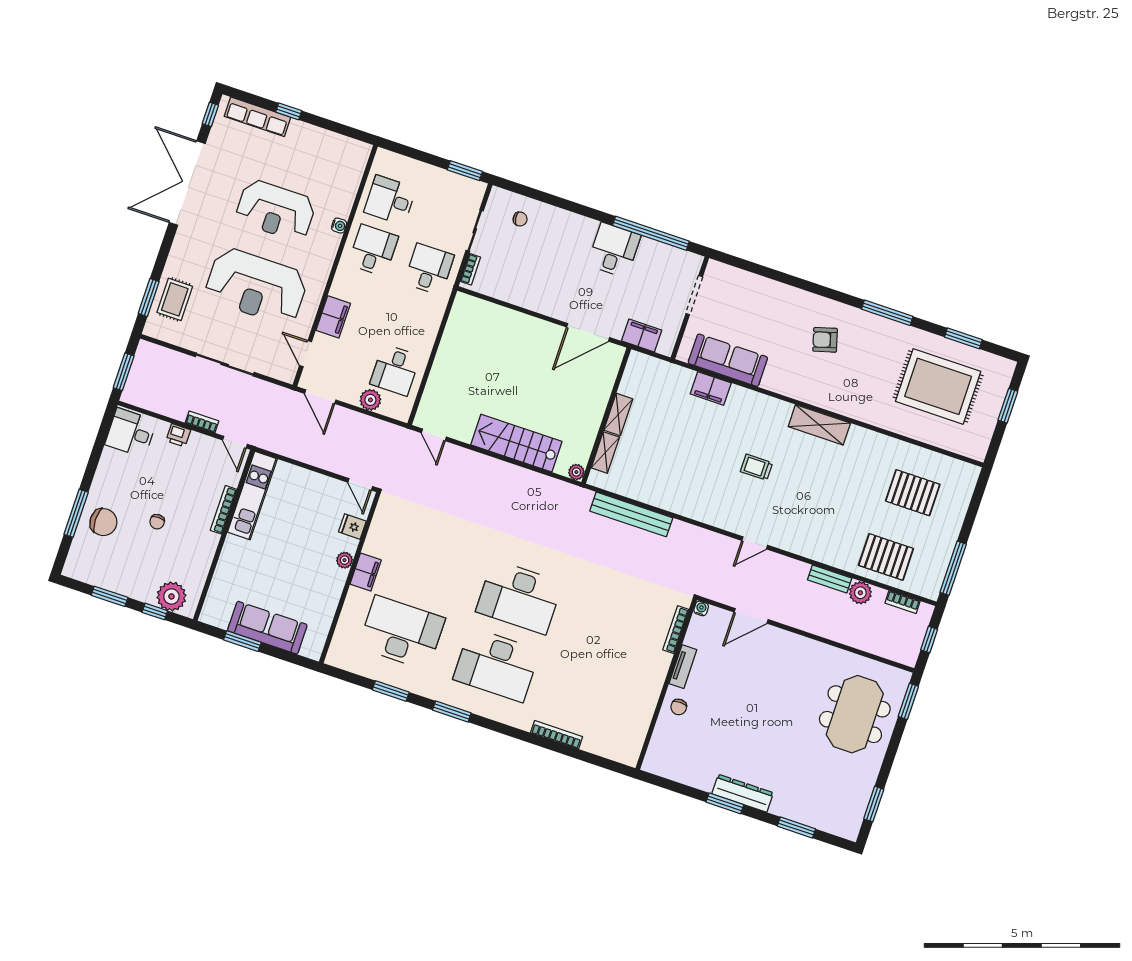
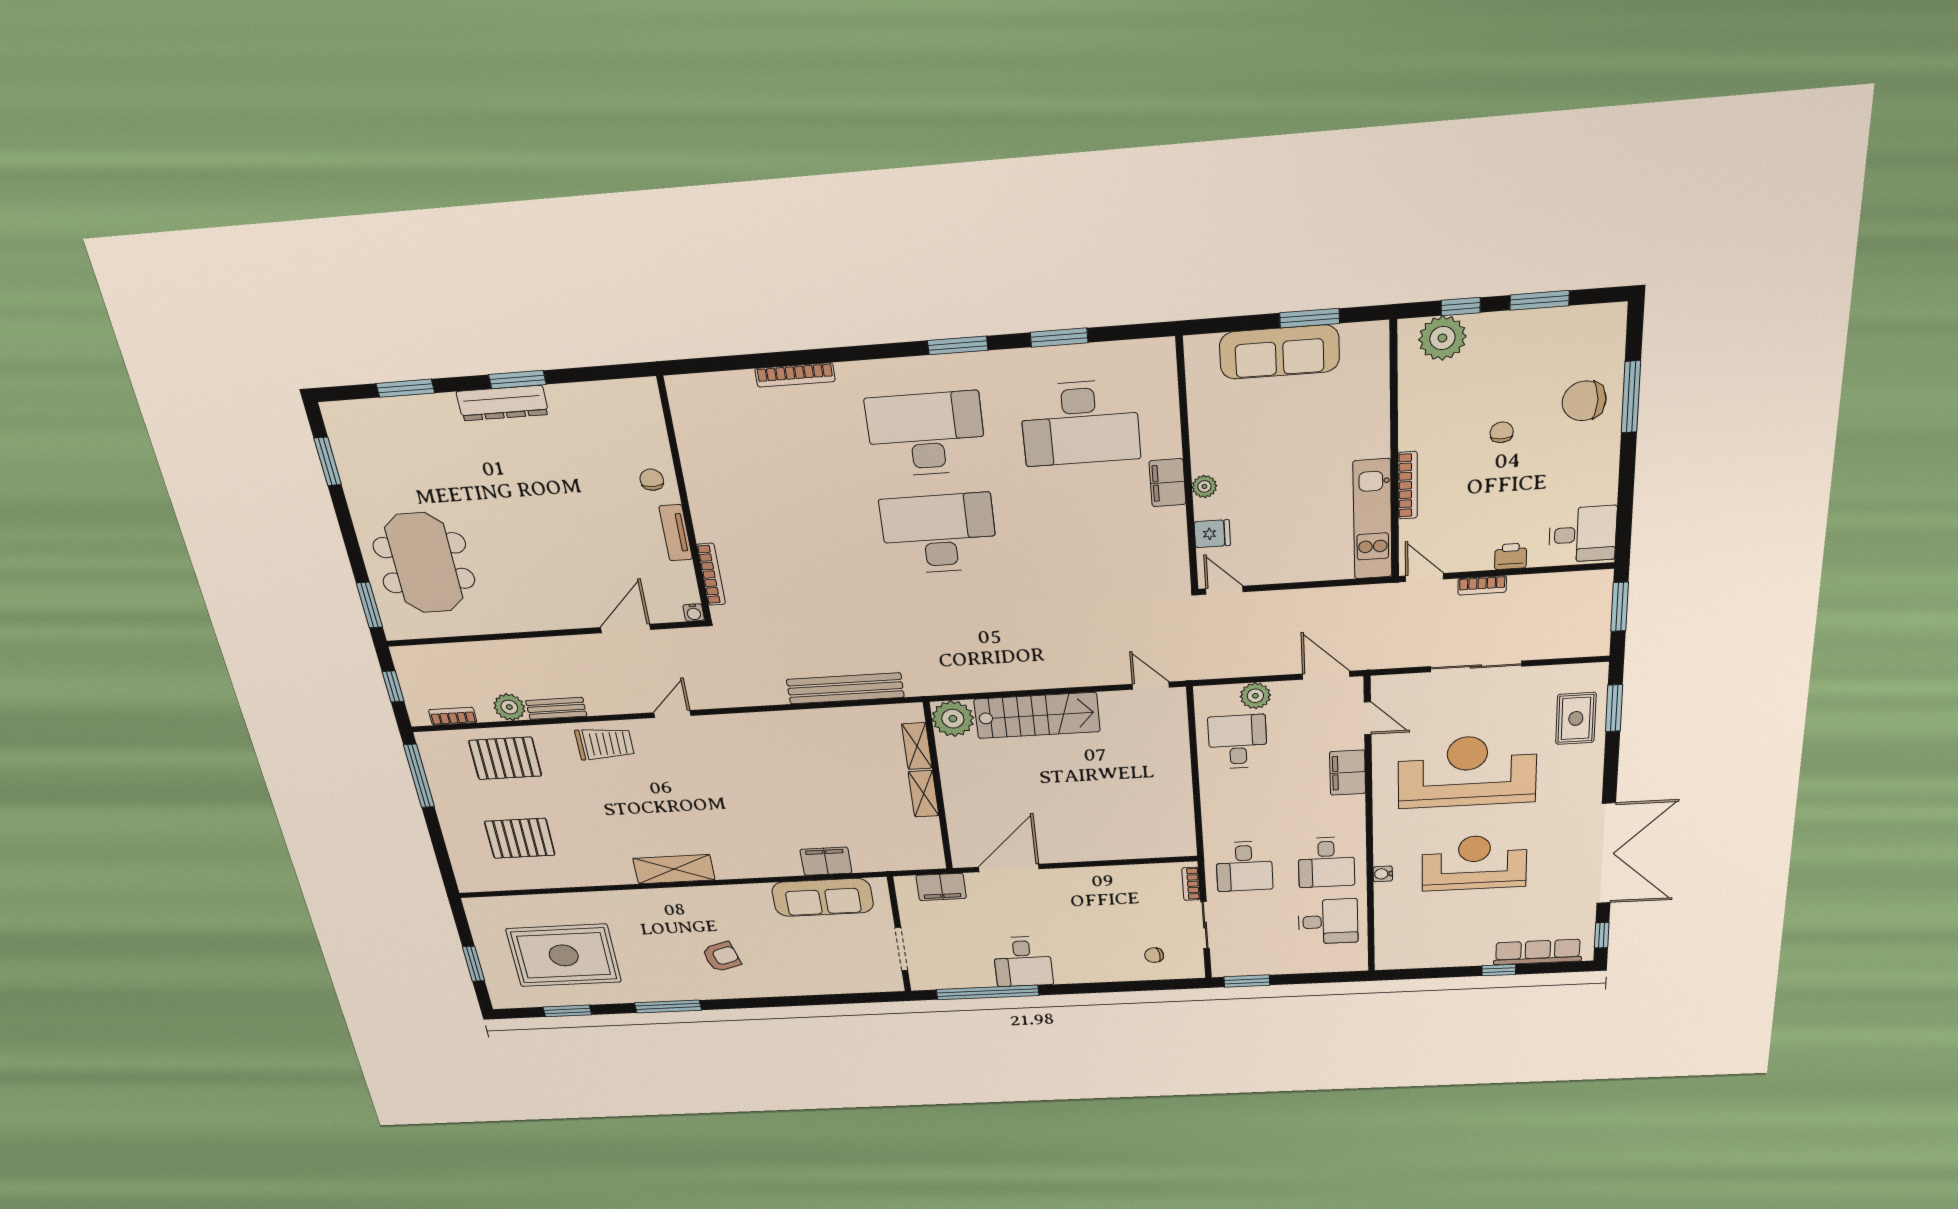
trolley: (756, 467) -> (605, 744), moved, width x1.36, depth x1.39
plant: (576, 472) -> (953, 719), width x1.88, depth x1.88

